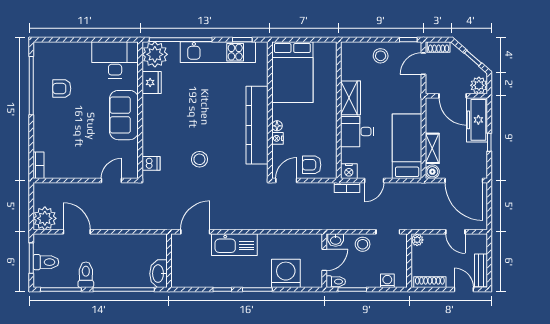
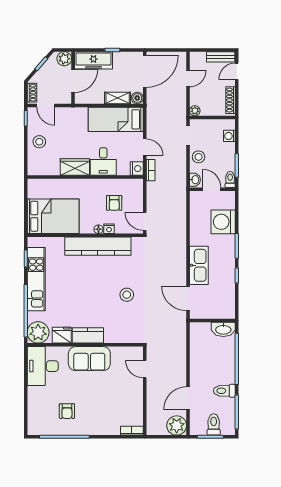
kitchen counter: (151, 113) -> (88, 335), added
dishwasher: (151, 163) -> (130, 336), removed
armchair: (312, 165) -> (114, 203), moved

